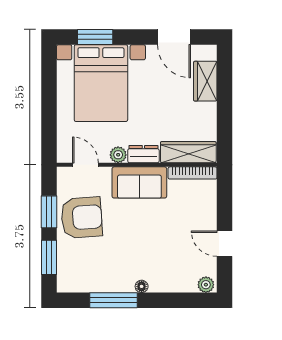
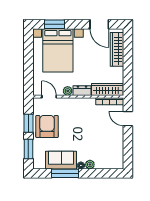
wardrobe: (205, 81) -> (117, 49), width x1.50
sofa: (139, 182) -> (61, 160), moved, turned 180
armchair: (82, 217) -> (47, 126), turned -86
door: (225, 244) -> (128, 119), moved
plant: (206, 285) -> (90, 164), moved

